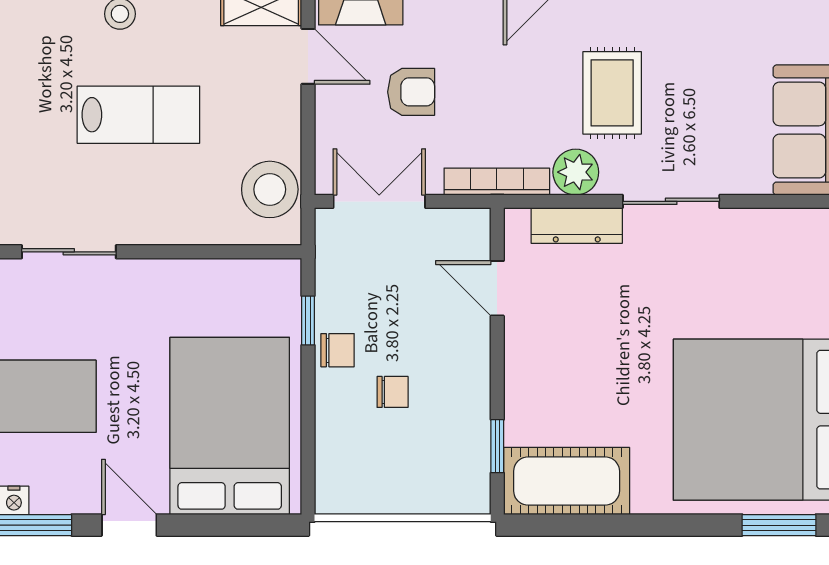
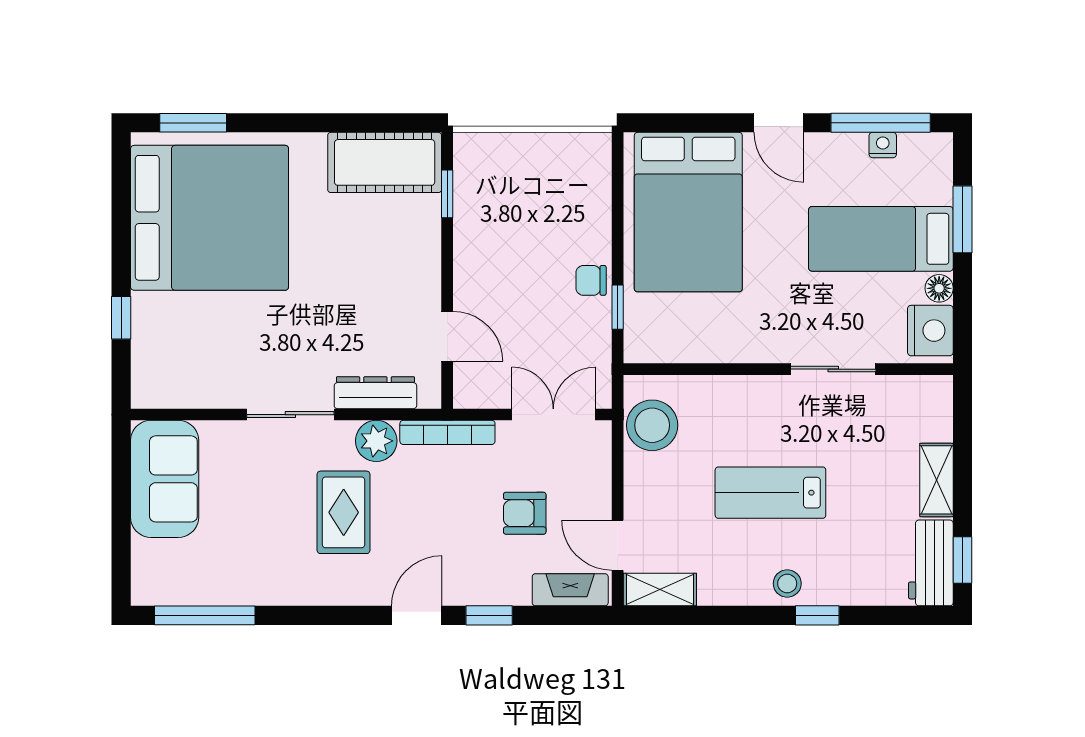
double door: (379, 201) -> (553, 415), swing flipped
chair: (393, 392) -> (541, 243), removed

